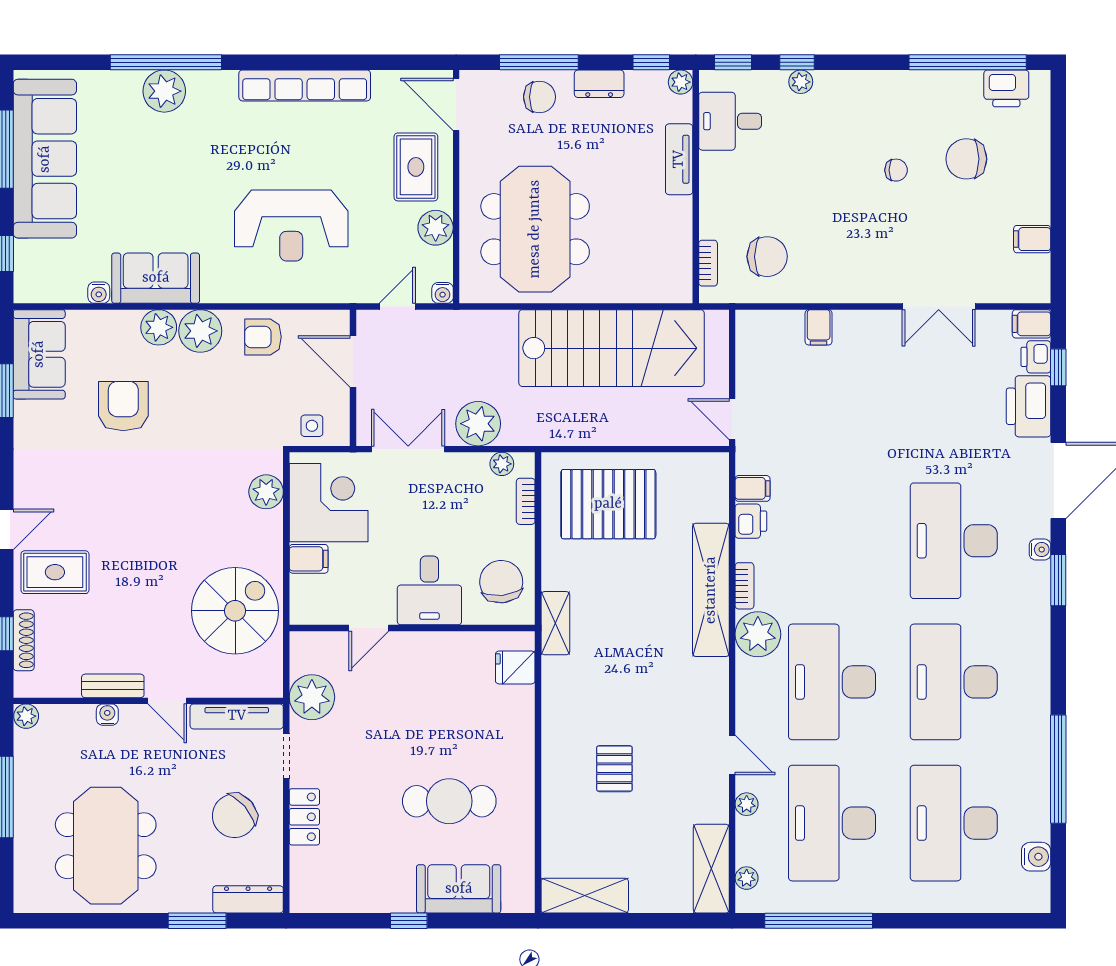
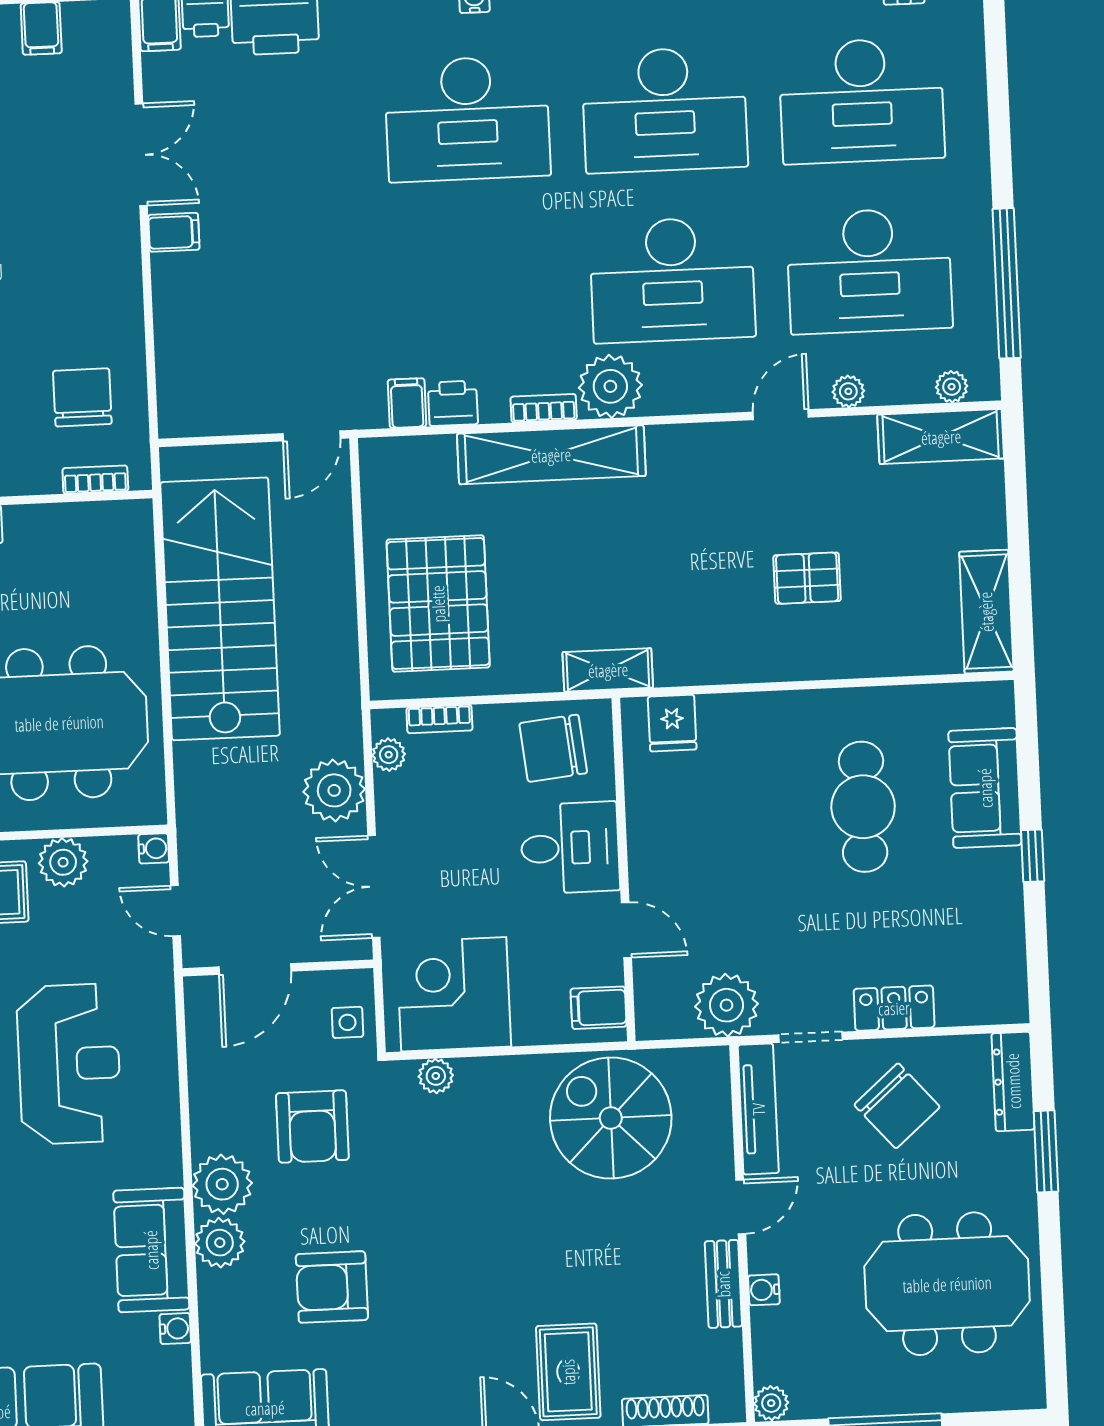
filing cabinet: (819, 327) -> (174, 232), moved
armchair: (263, 337) -> (312, 1127), moved, width x1.38, depth x1.38
plant: (266, 492) -> (436, 1076), width x0.73, depth x0.73
filing cabinet: (309, 559) -> (599, 1008), moved, turned -90

